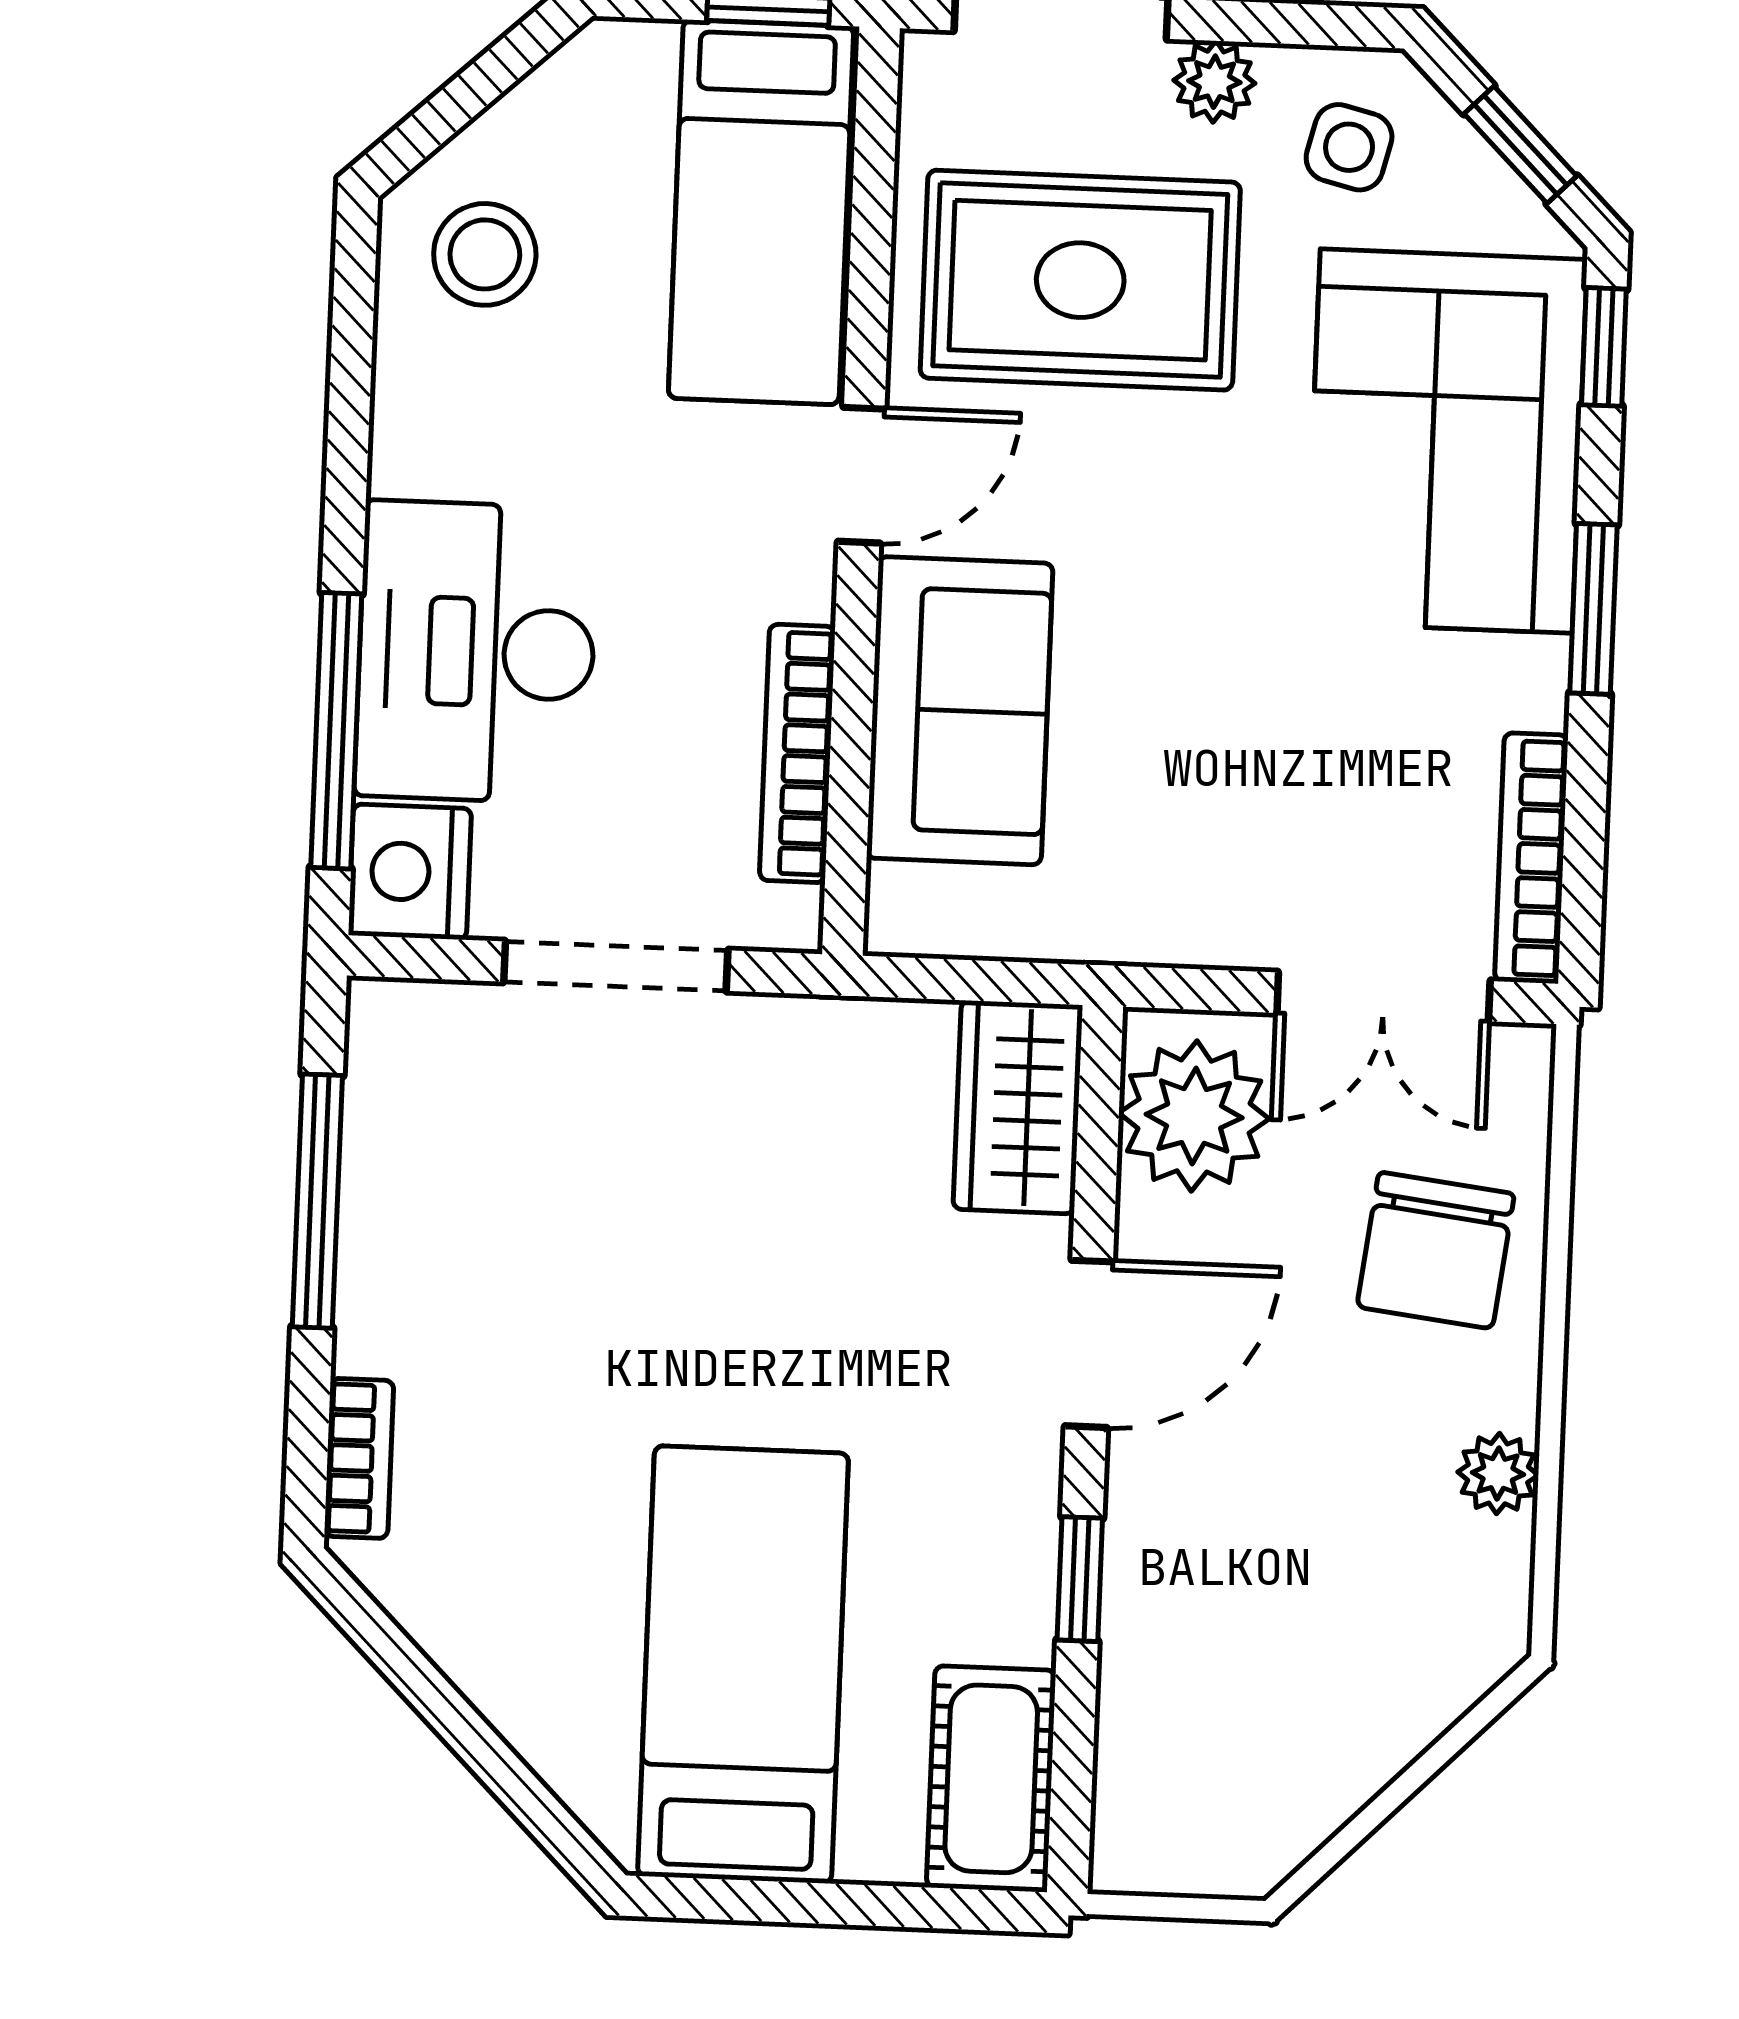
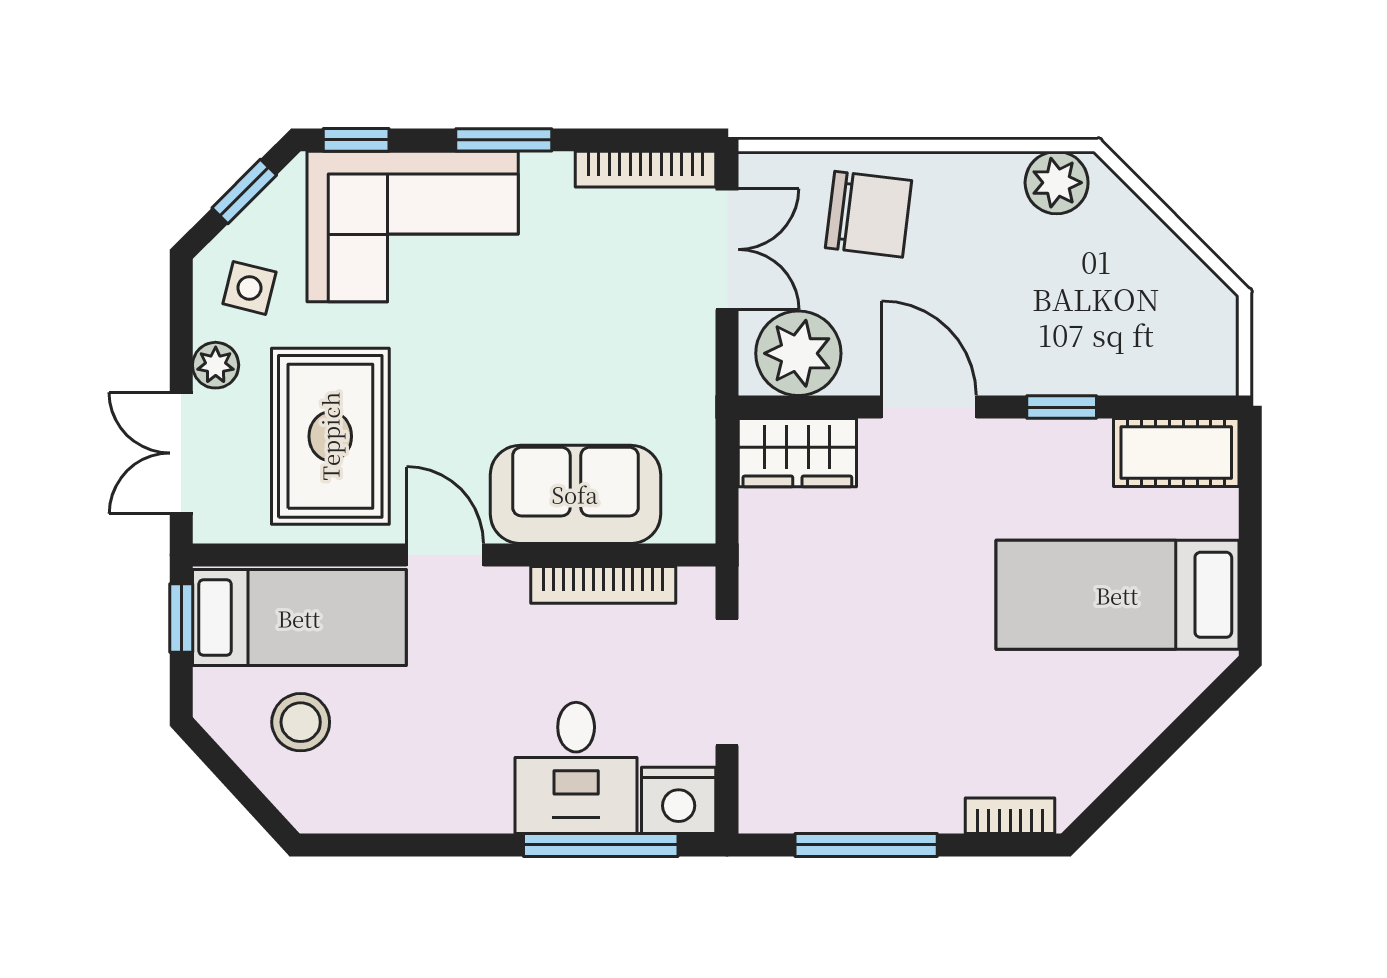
stool: (485, 254) -> (301, 722), moved
desk: (476, 652) -> (576, 768), width x0.73
plant: (1498, 1474) -> (1057, 183), moved, width x1.38, depth x1.38

